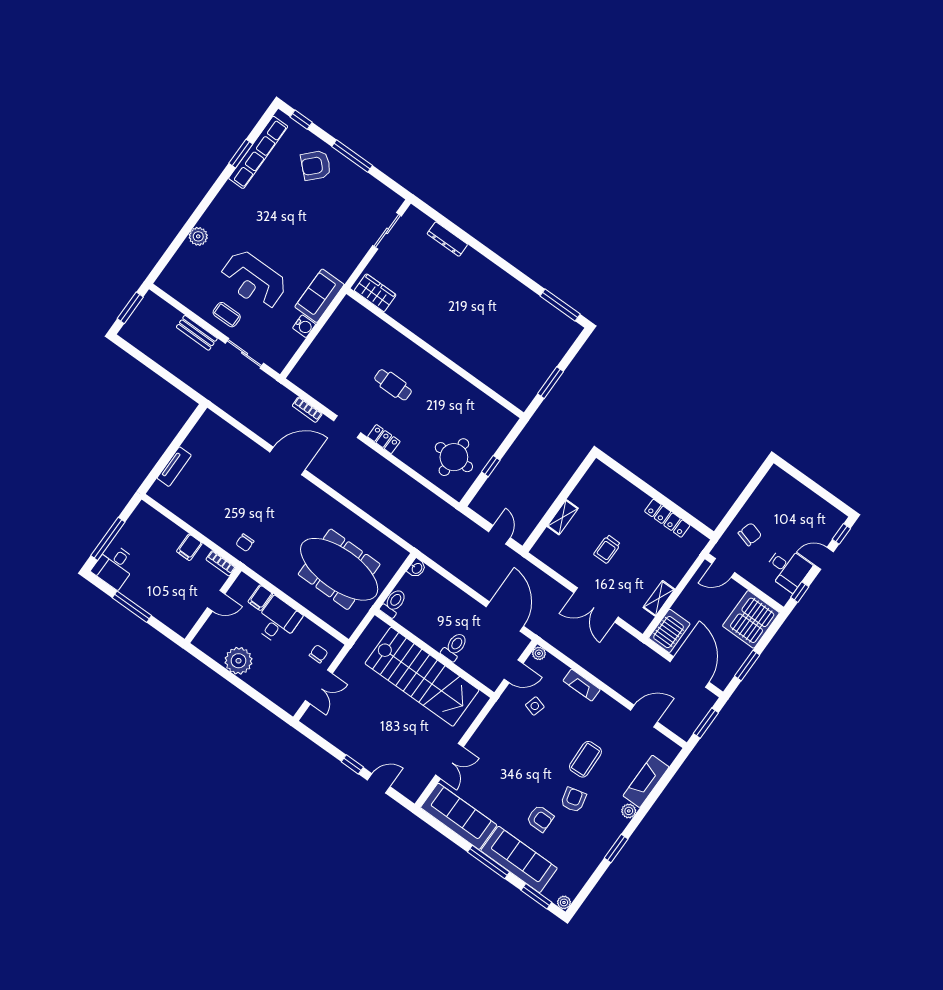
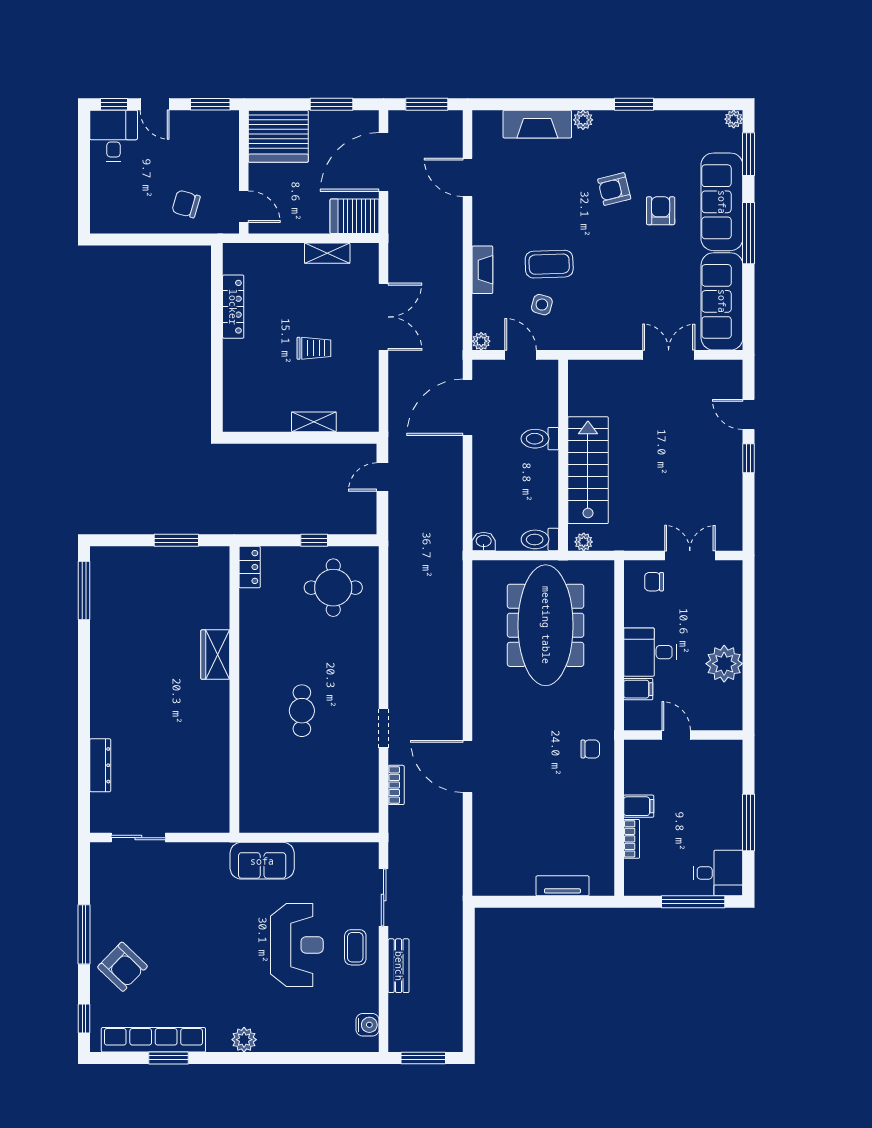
plant: (198, 236) -> (244, 1040), moved
wardrobe: (375, 293) -> (215, 655), moved
water cooler: (304, 326) -> (368, 1025), moved, turned 90
locker: (384, 439) -> (250, 567), moved, turned 180
bookcase: (221, 563) -> (632, 839), moved
desk: (788, 569) -> (114, 136), moved
window: (800, 592) -> (210, 104), width x1.50
plant: (373, 628) -> (584, 542), added
stairs: (422, 677) -> (588, 470), width x0.73, depth x0.66
coffee table: (585, 759) -> (549, 264), moved

